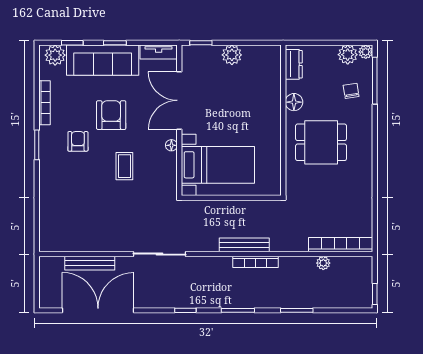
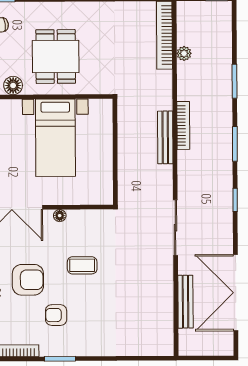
armchair: (111, 115) -> (28, 280), turned 180
bed with nightstands: (218, 165) -> (55, 138), moved, turned 180

